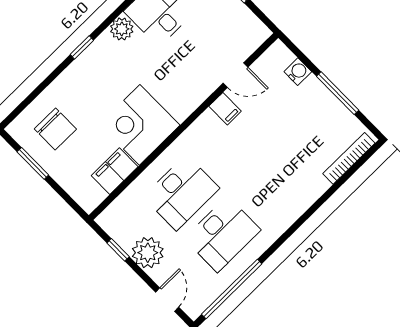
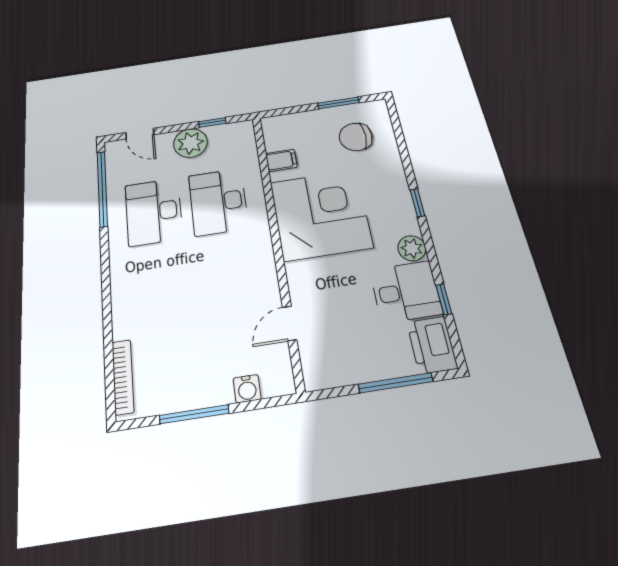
filing cabinet: (225, 109) -> (264, 291), removed
corner desk: (140, 125) -> (321, 215), width x1.36, depth x1.36
filing cabinet: (115, 171) -> (281, 160), width x0.50

